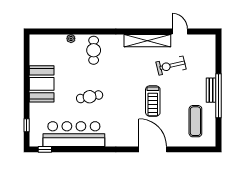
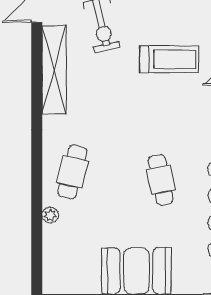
cafe table: (94, 50) -> (72, 172), turned -76

